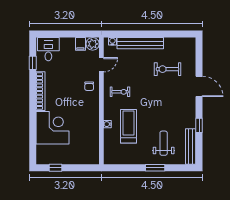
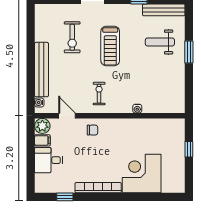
desk: (48, 49) -> (49, 160), moved
treadmill: (129, 126) -> (110, 46), moved, turned -90
window: (55, 168) -> (189, 149), moved

